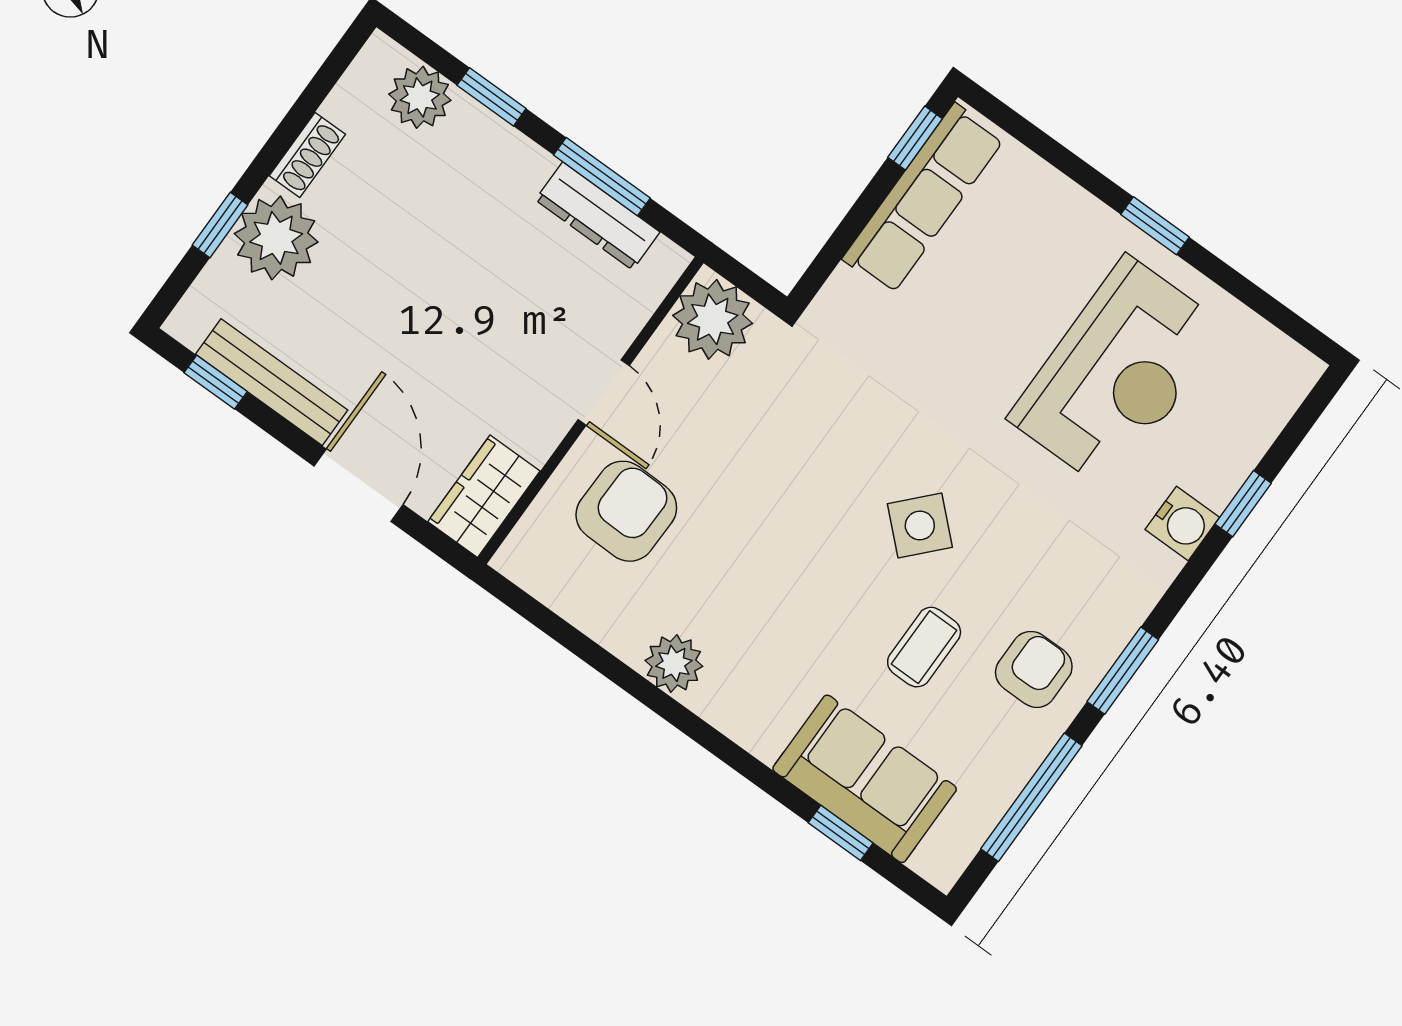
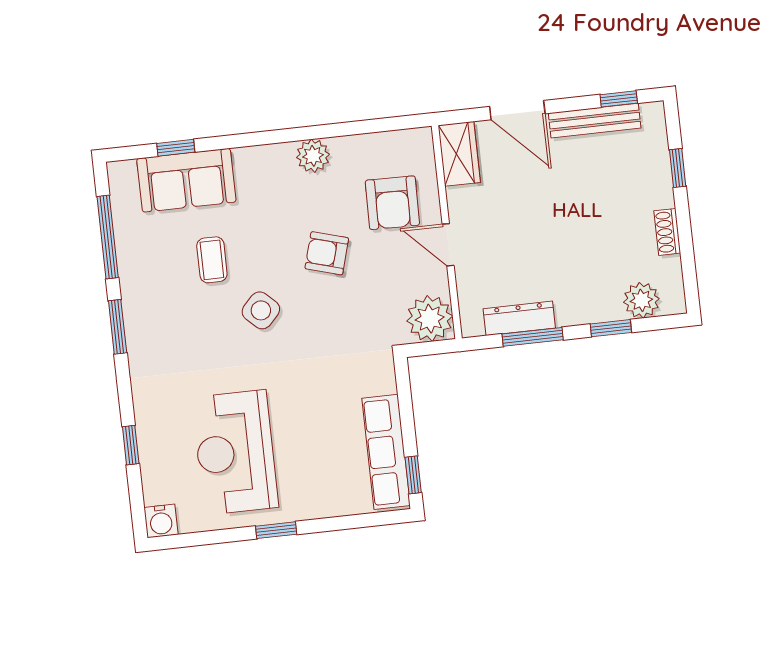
plant: (276, 238) -> (649, 184), removed
water cooler: (1182, 523) -> (161, 521), moved, turned -90
armchair: (1034, 669) -> (327, 253), moved, turned 106

